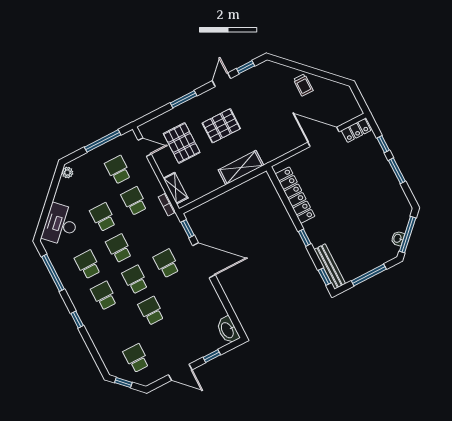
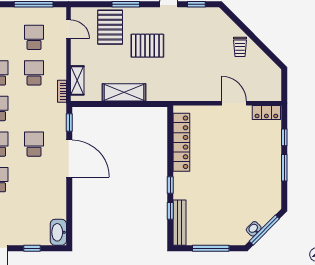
door: (323, 137) -> (234, 103), width x0.73
pallet: (182, 143) -> (110, 27), moved
shelving: (241, 168) -> (124, 92), moved
window: (325, 277) -> (170, 211), moved

